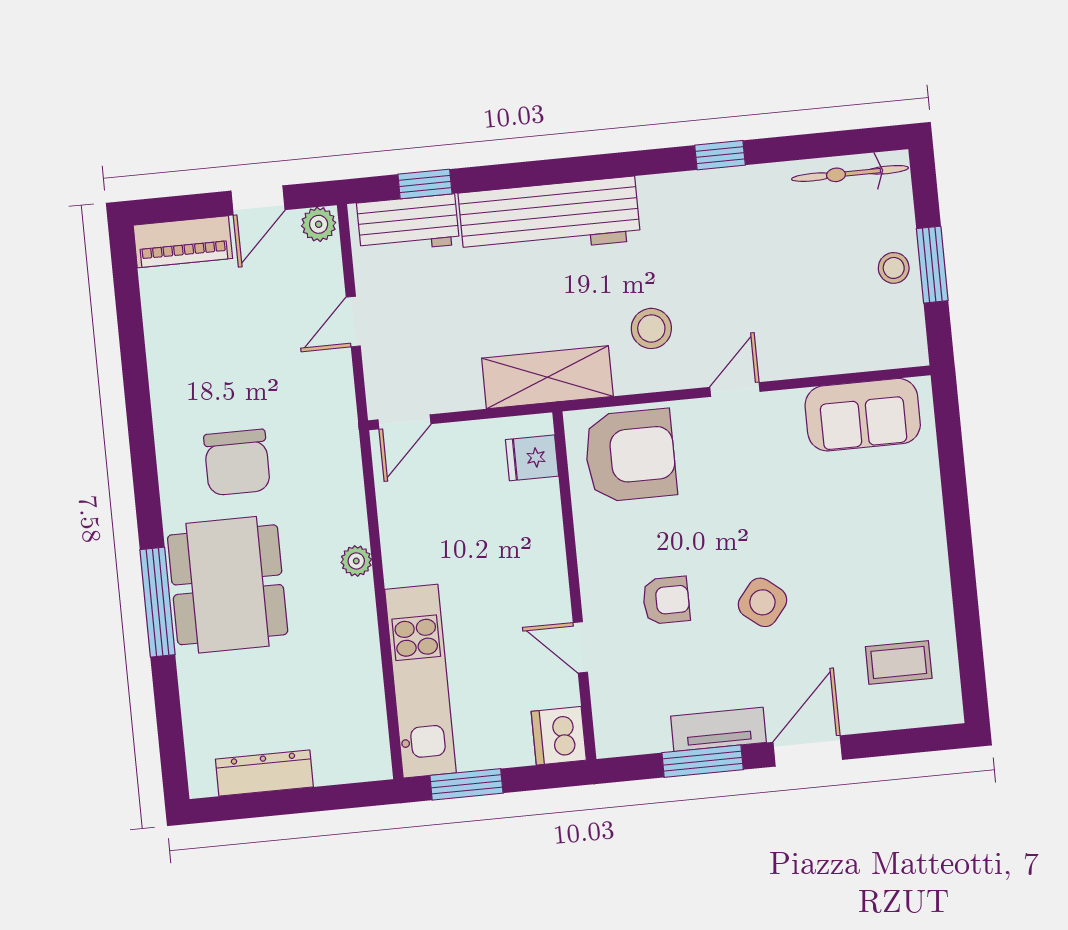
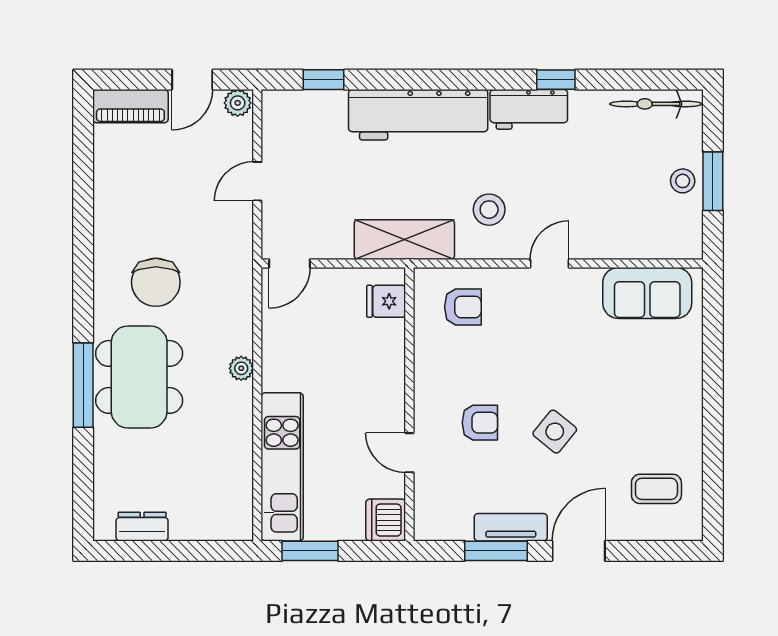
workbench: (408, 224) -> (529, 109), moved
armchair: (630, 455) -> (463, 307), width x0.53, depth x0.53
dresser: (264, 773) -> (142, 527), width x0.70

